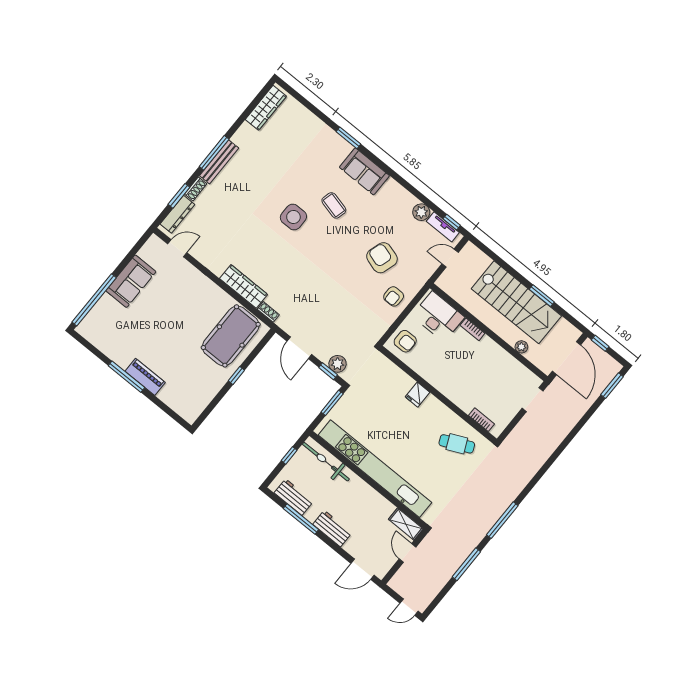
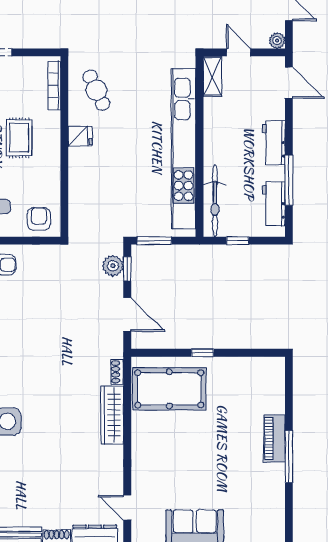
door: (299, 348) -> (127, 315), hinge flipped
rug: (467, 370) -> (19, 138), added
fridge: (417, 395) -> (80, 136), moved
bookcase: (481, 420) -> (54, 85), width x1.56
door: (408, 553) -> (238, 52), swing flipped
plant: (395, 583) -> (277, 41), added

